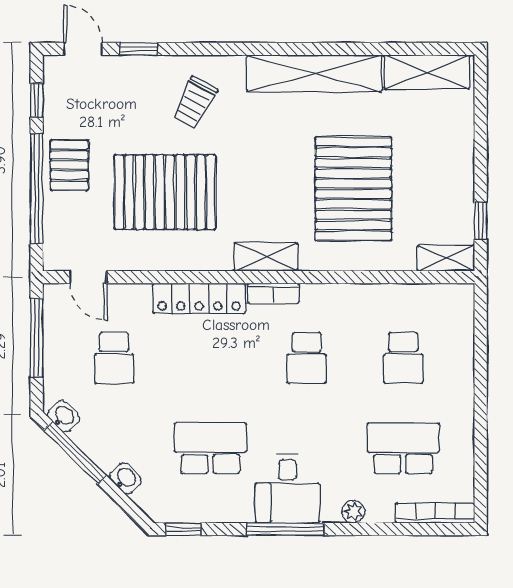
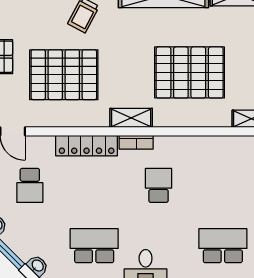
pallet: (353, 189) -> (190, 72), turned 90
school desk: (307, 358) -> (159, 185), turned 180
school desk: (403, 358) -> (223, 185), removed

